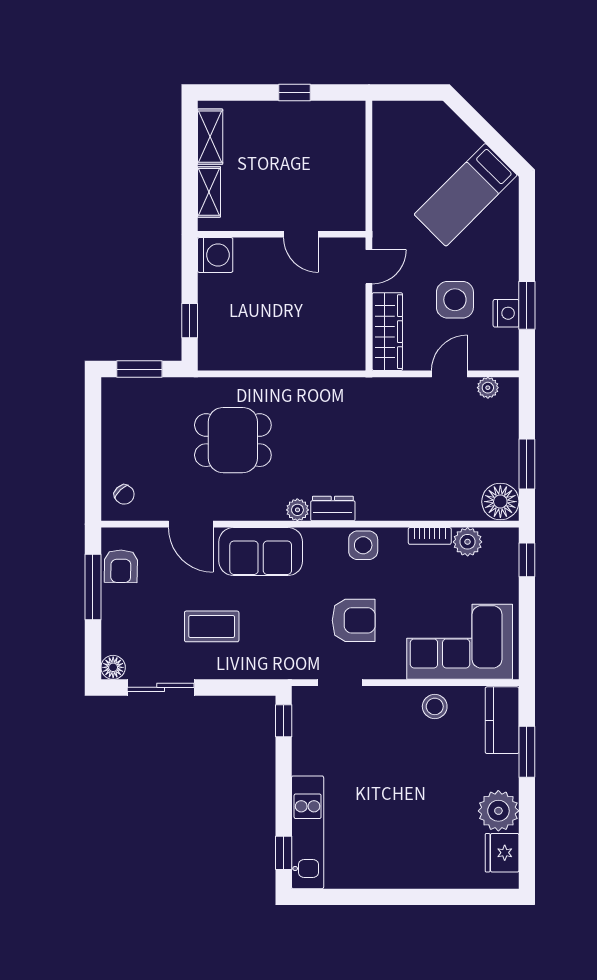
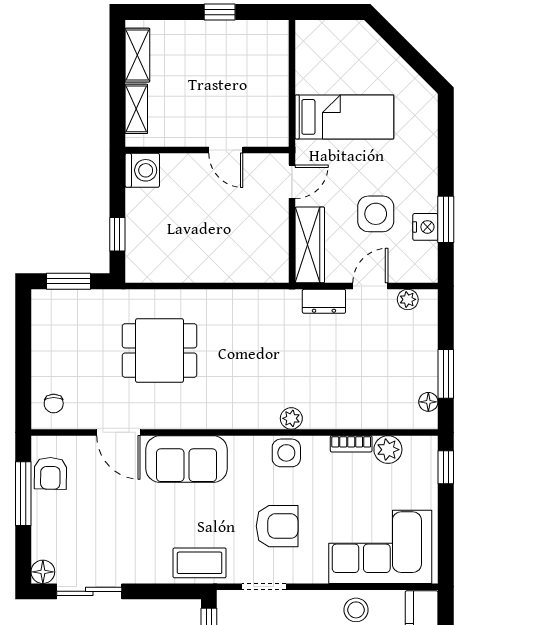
bed: (466, 195) -> (344, 117), moved, turned -135
chair: (124, 495) -> (54, 404), turned 43
floor lamp: (500, 502) -> (428, 402), width x0.53, depth x0.53
dresser: (333, 509) -> (324, 301), moved, turned 180
plant: (297, 510) -> (291, 418), moved
coffee table: (212, 626) -> (200, 563), moved

